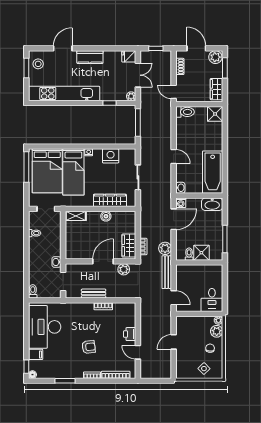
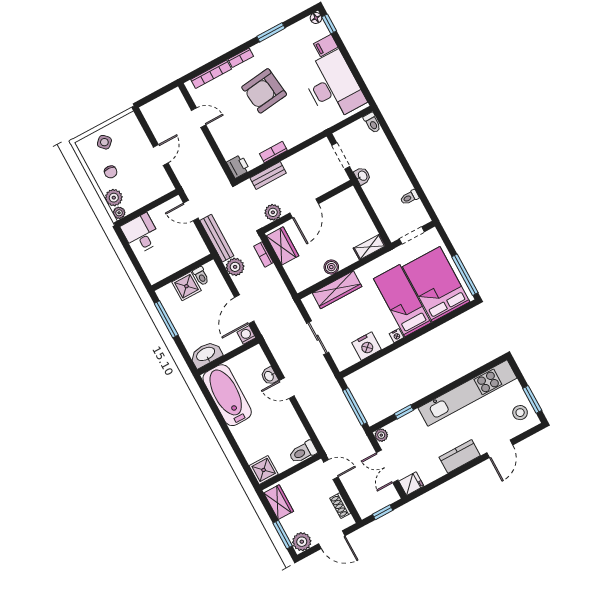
washbasin: (180, 188) -> (269, 376), moved
bench: (94, 294) -> (268, 175), moved
printer: (130, 334) -> (238, 166), moved
armchair: (89, 347) -> (264, 91), width x1.88, depth x1.88

